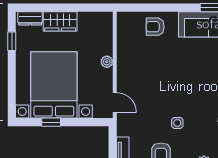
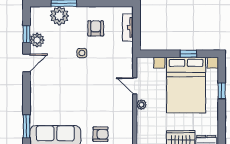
window: (12, 41) -> (222, 91), moved
door: (115, 102) -> (135, 86), moved

